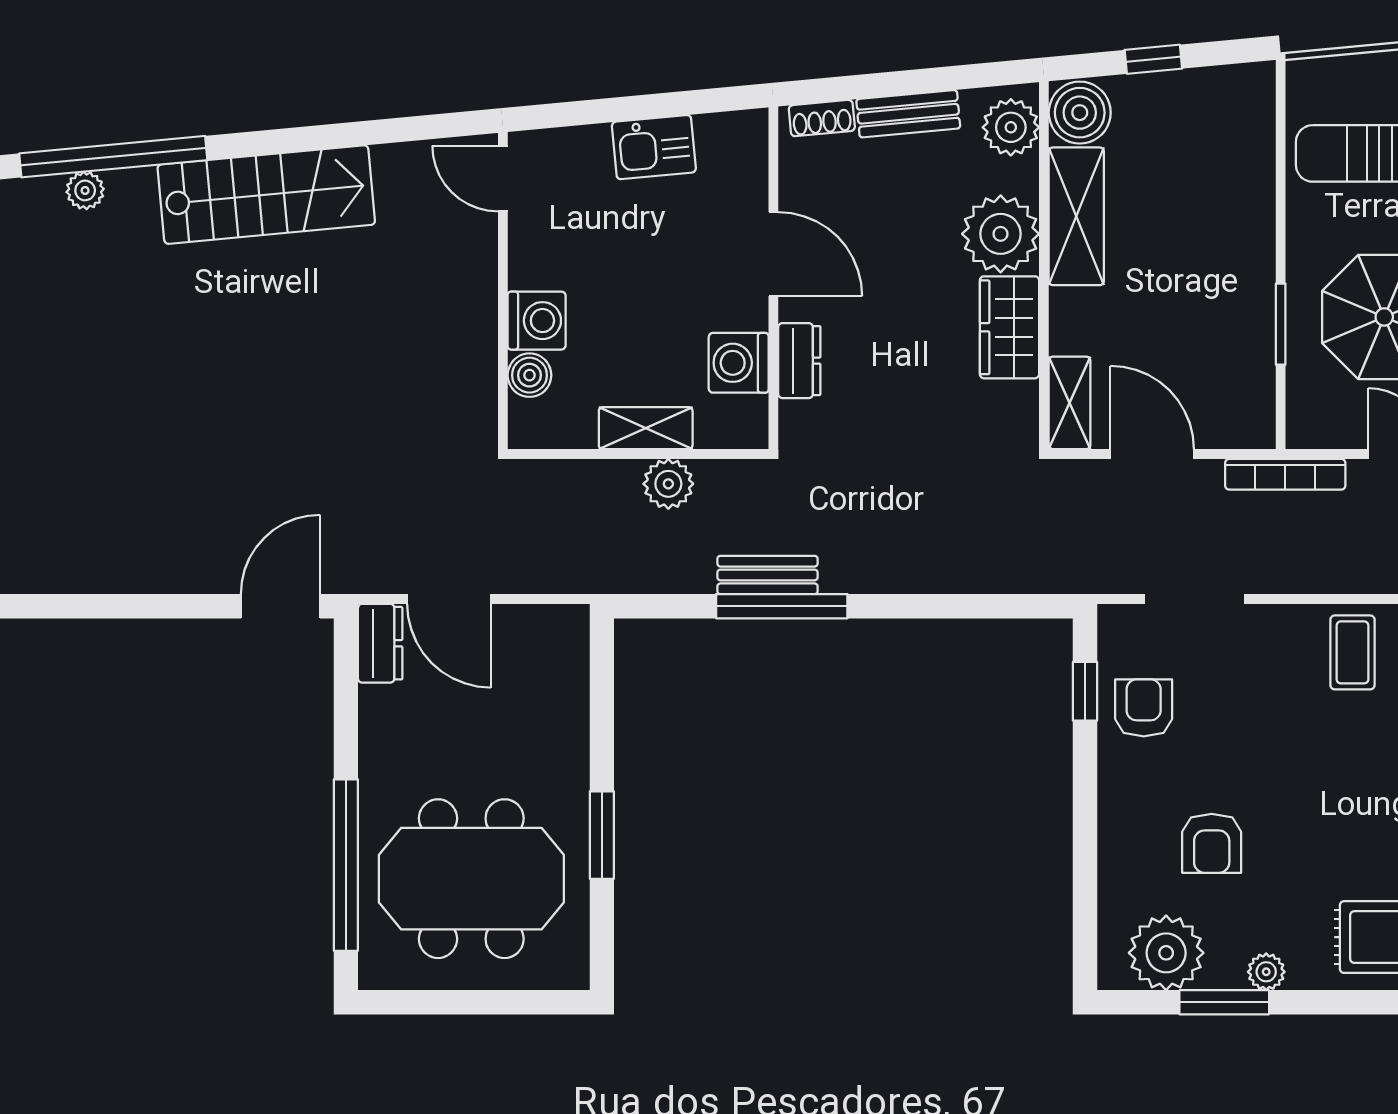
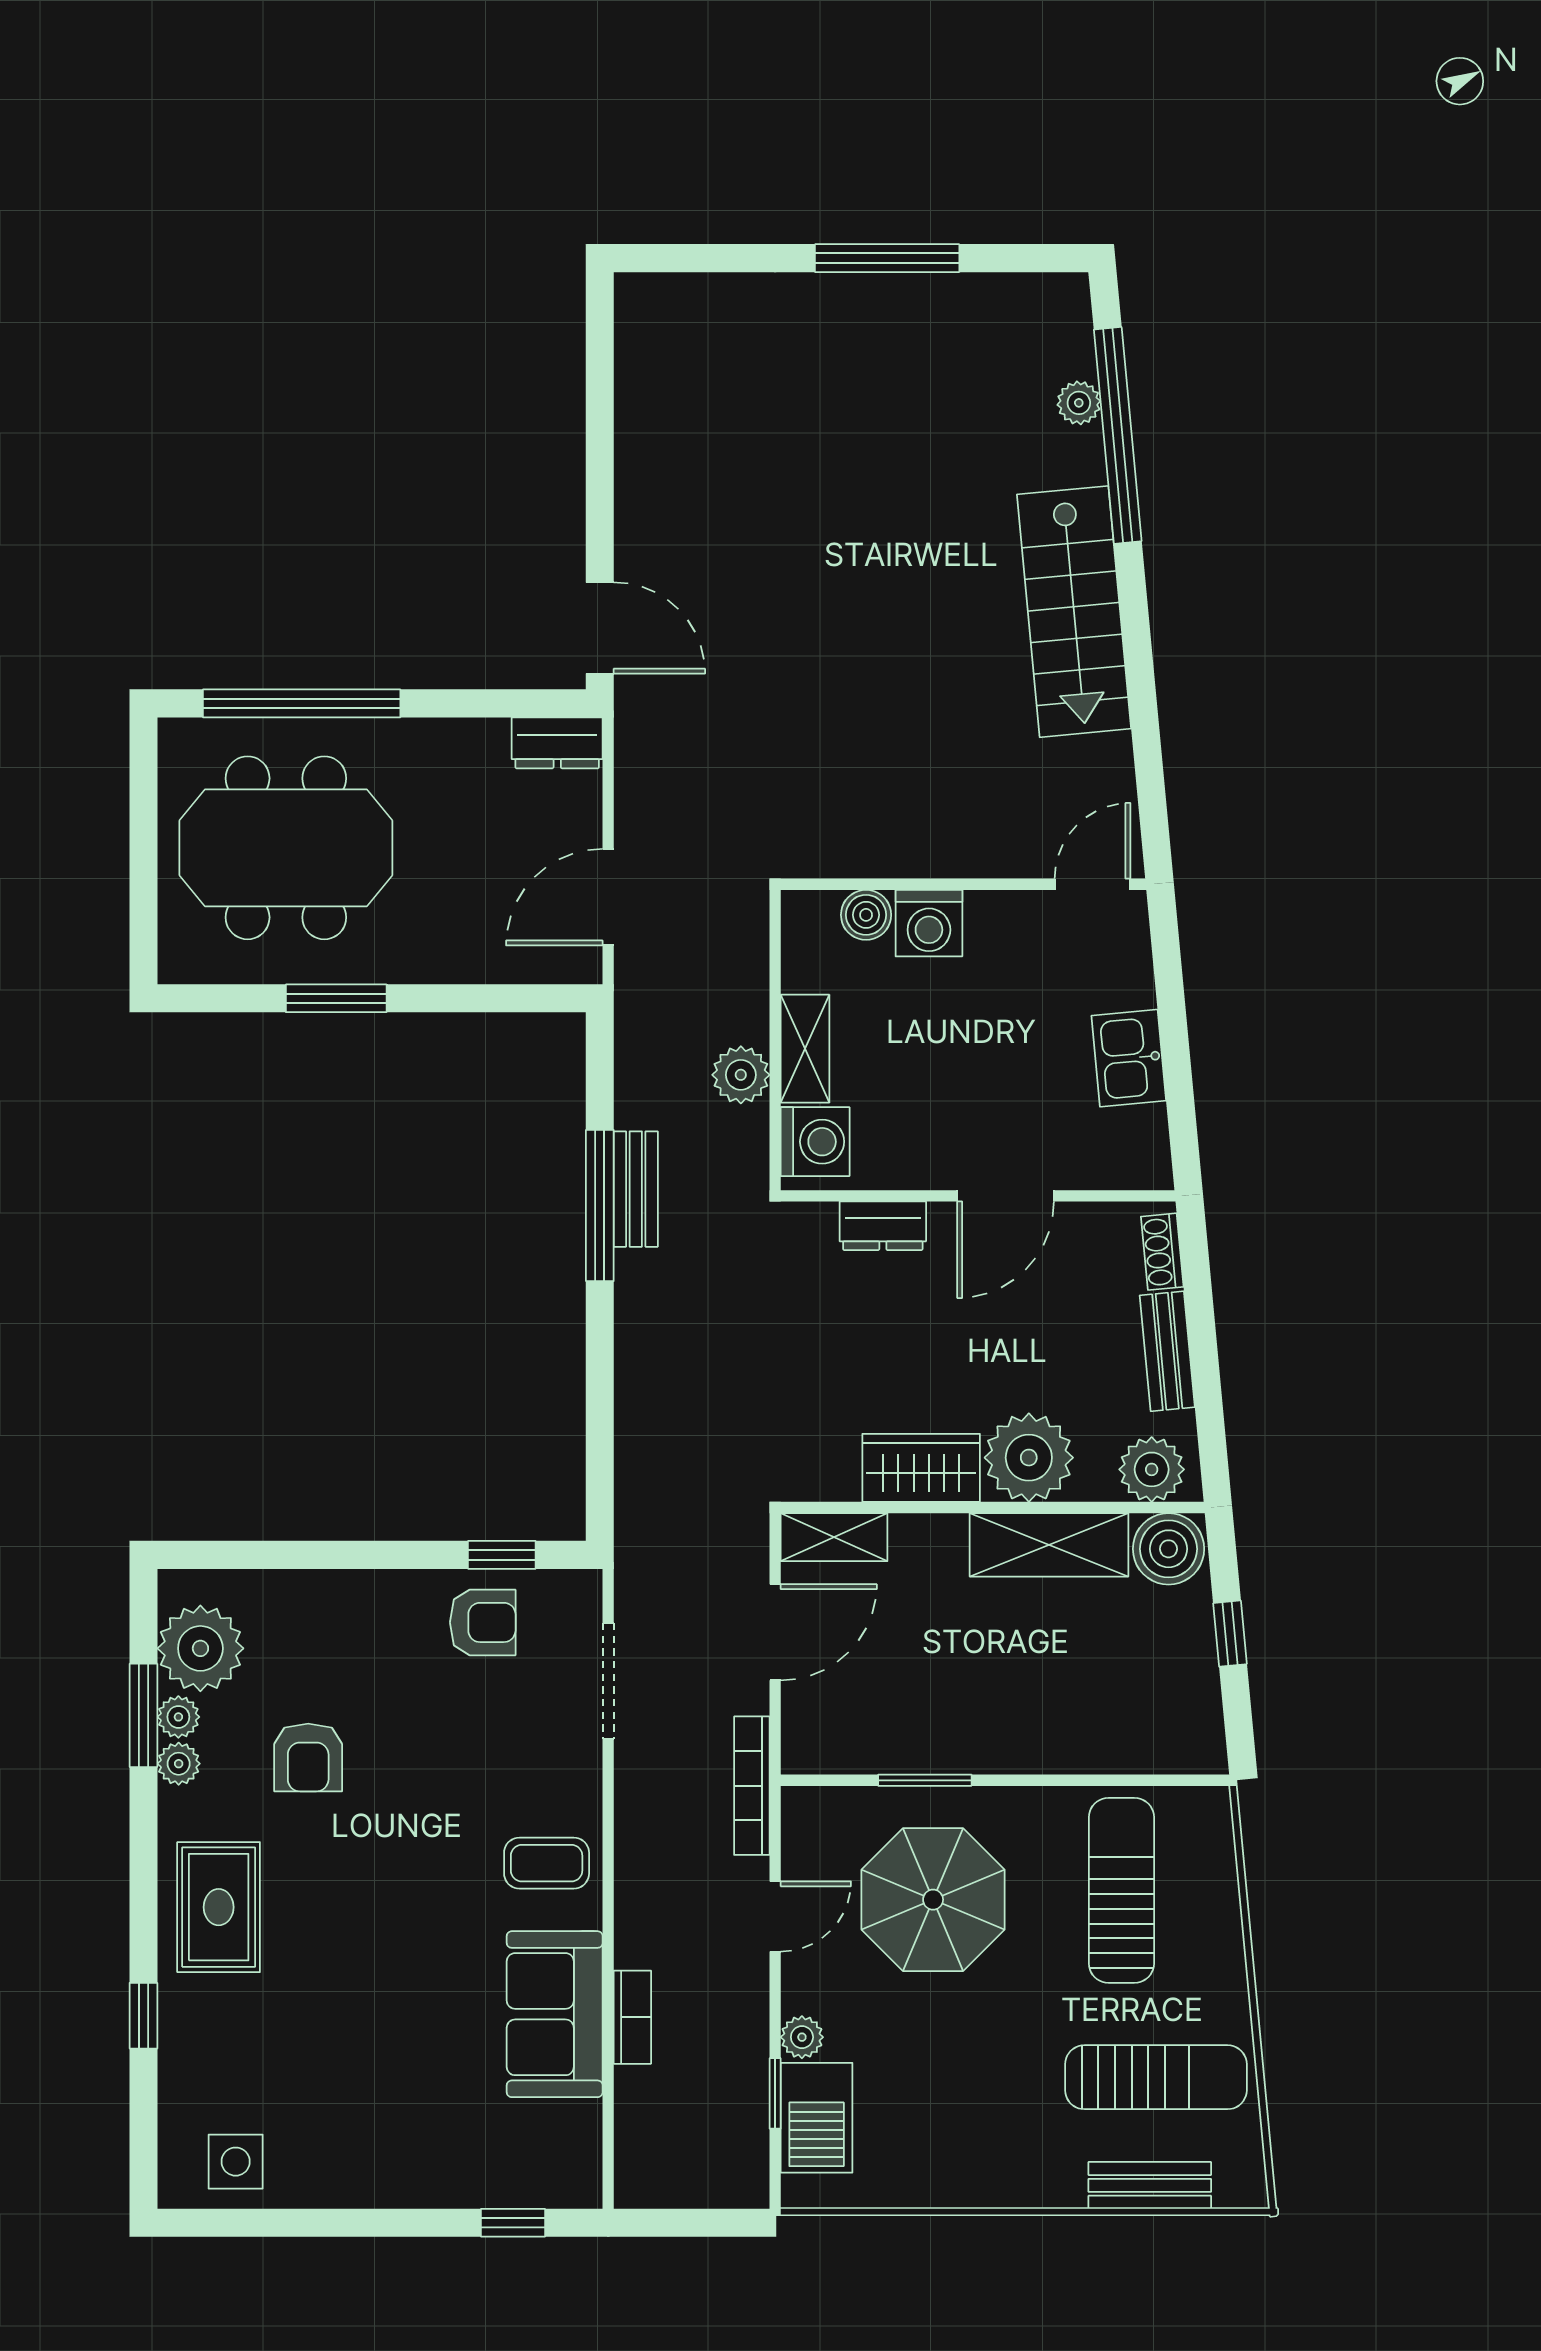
washing machine: (739, 363) -> (815, 1142), moved, turned 90
door: (449, 599) -> (608, 897), moved
armchair: (1212, 843) -> (308, 1757), moved, turned -90
meeting table: (471, 879) -> (286, 848), turned 90
plant: (1226, 972) -> (178, 1717), added

